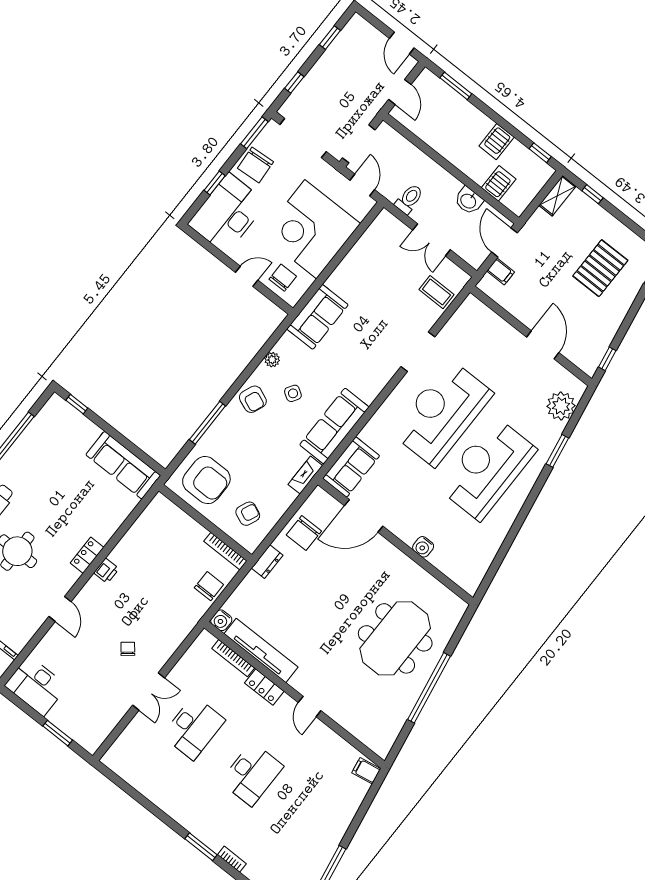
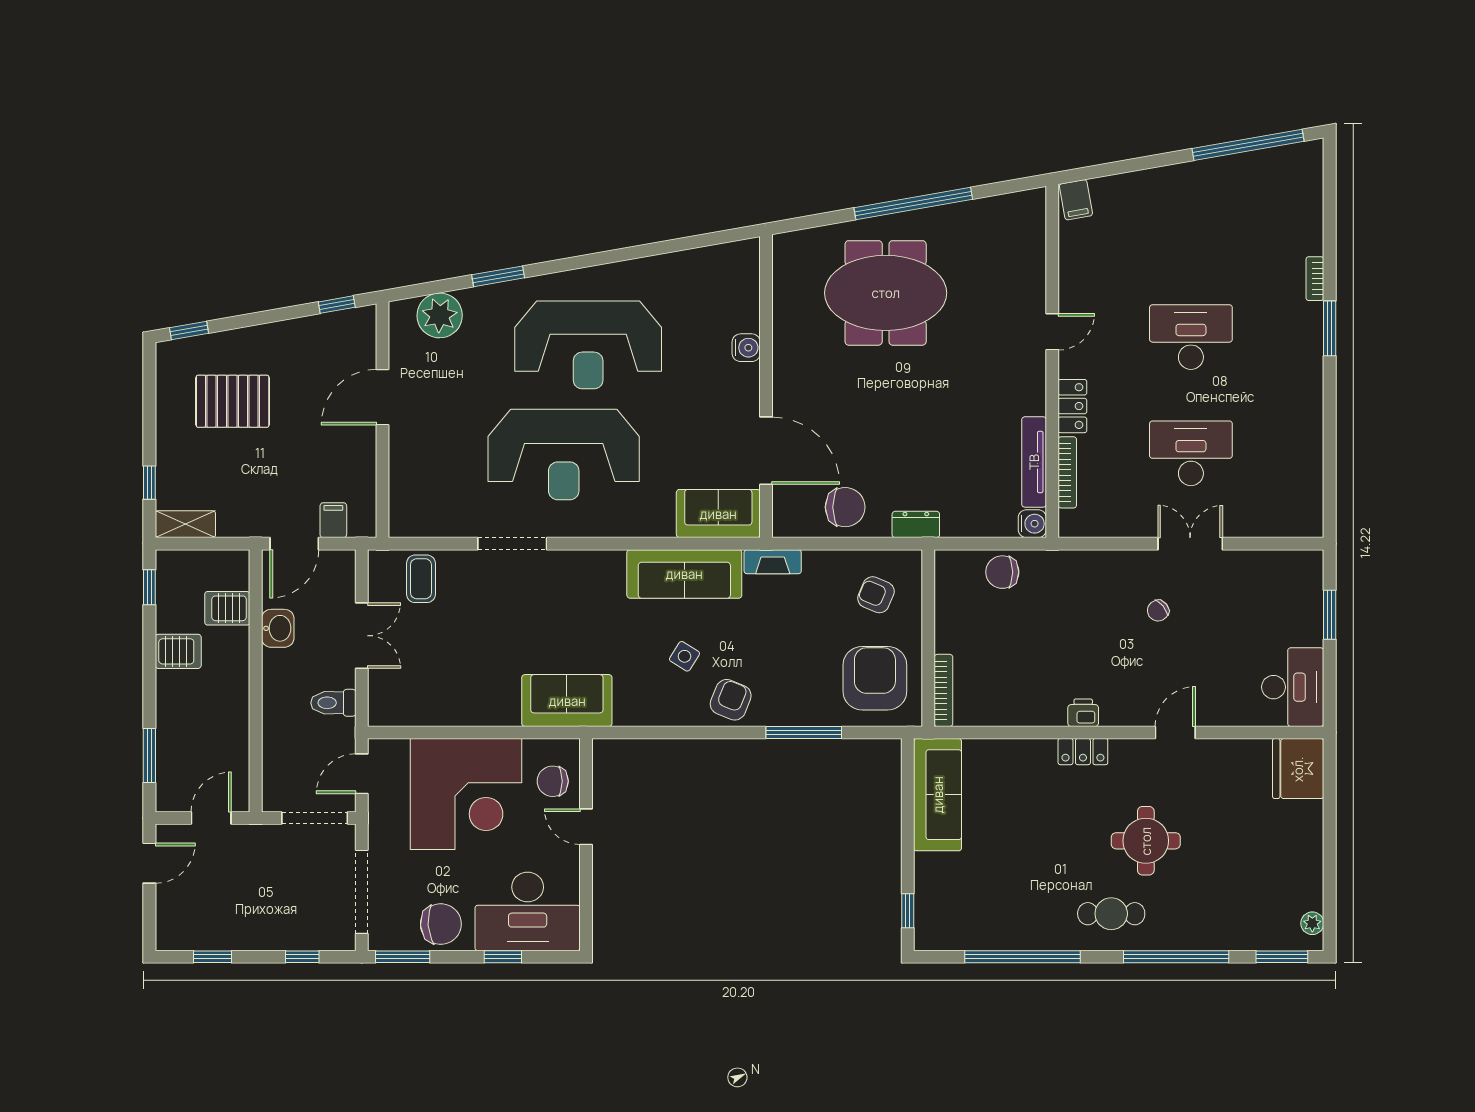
plant: (272, 360) -> (663, 715), removed
bookcase: (226, 551) -> (943, 690), moved
tv unit: (261, 650) -> (1034, 462), width x0.73, depth x0.78

